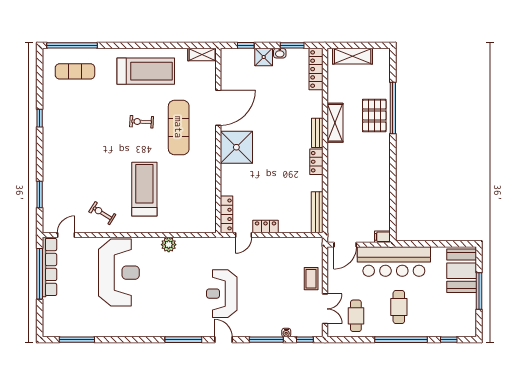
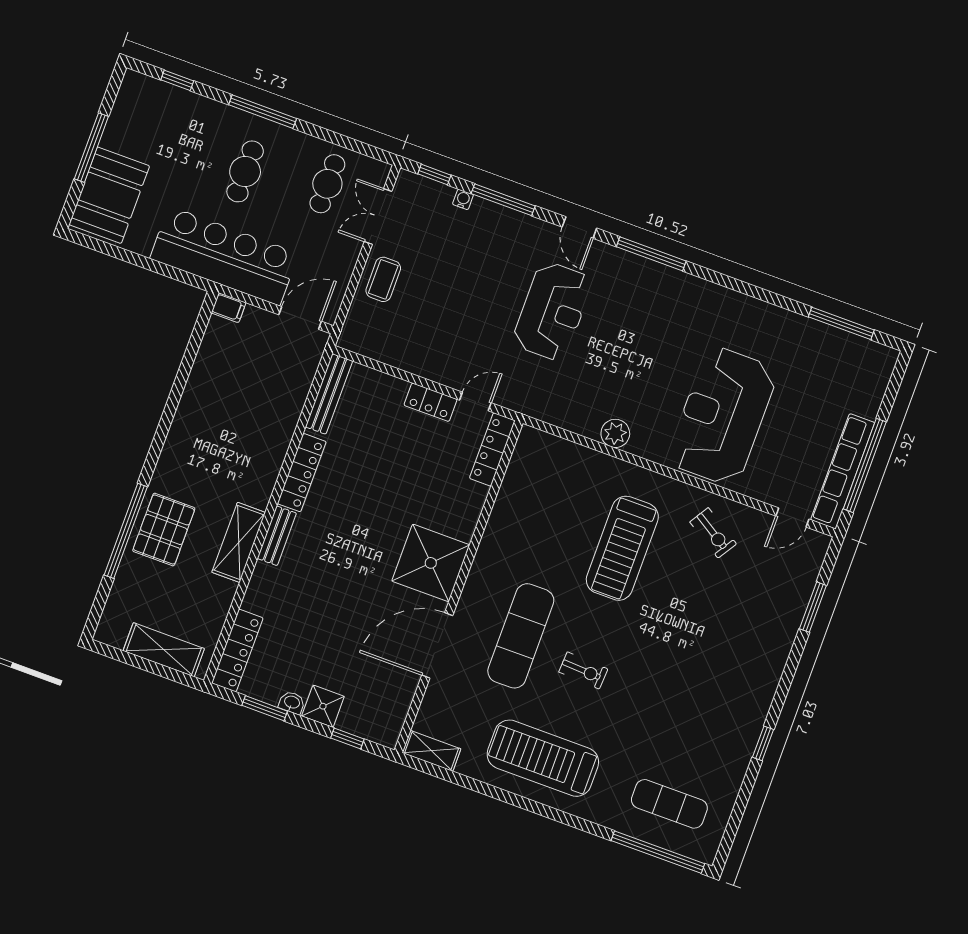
locker: (316, 162) -> (302, 473), width x1.53
window: (401, 340) -> (263, 112), width x0.68

